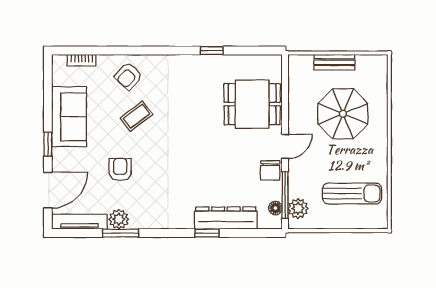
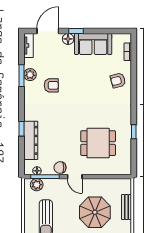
armchair: (128, 76) -> (118, 80), turned -58
dining table: (252, 104) -> (98, 143), moved, turned 90
coffee table: (136, 116) -> (93, 85), removed
floor lamp: (61, 157) -> (68, 39), added
armchair: (120, 170) -> (51, 85), moved
door: (48, 190) -> (48, 31), swing flipped
tv unit: (80, 222) -> (29, 45), width x0.71

